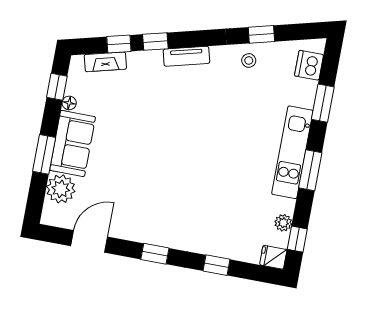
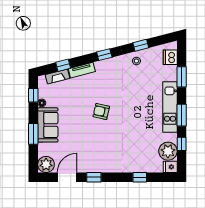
window: (155, 41) -> (104, 55), moved
tv unit: (186, 56) -> (82, 70), moved
armchair: (171, 137) -> (101, 111), added
plant: (61, 189) -> (46, 164), moved
plant: (283, 223) -> (168, 151), width x1.88, depth x1.88
window: (297, 239) -> (182, 144), moved
window: (155, 254) -> (94, 177), moved

